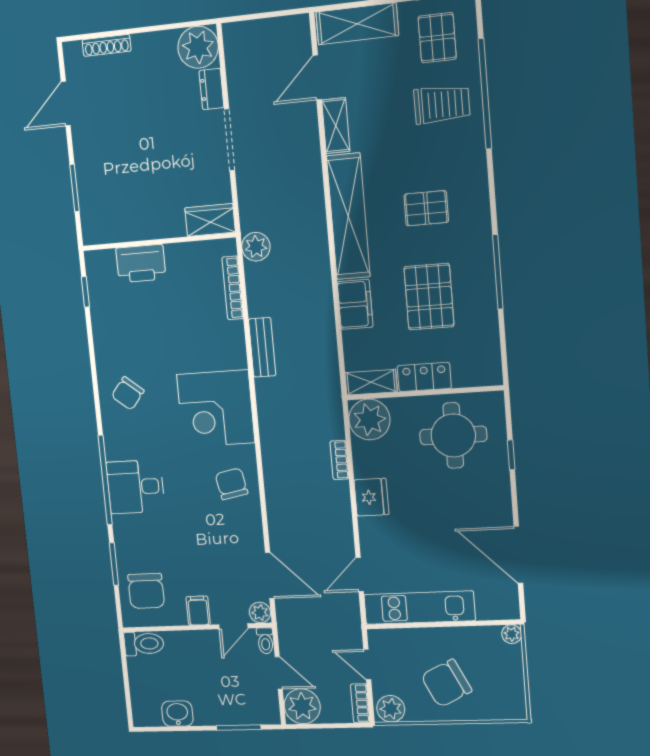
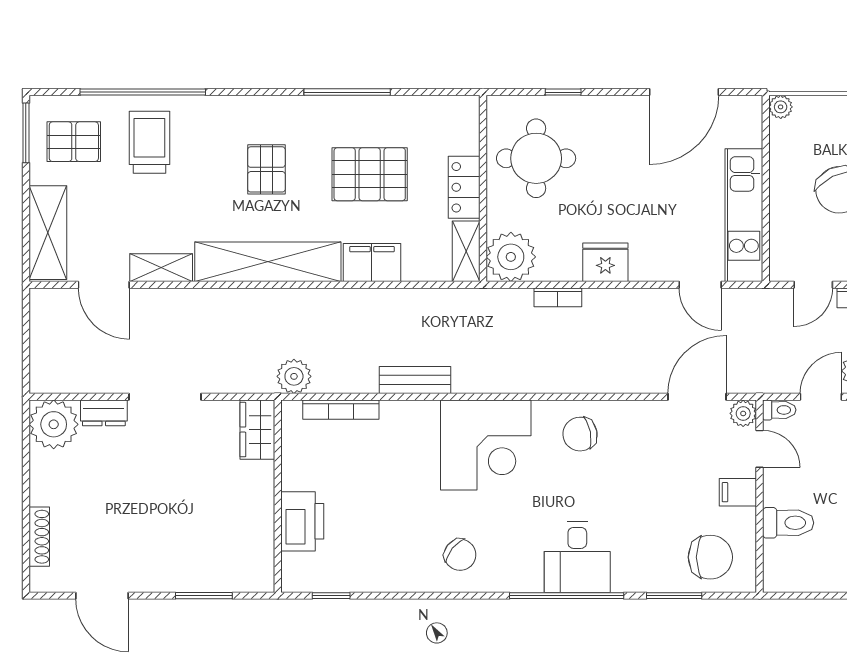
toilet: (144, 644) -> (788, 523), moved, turned 90

